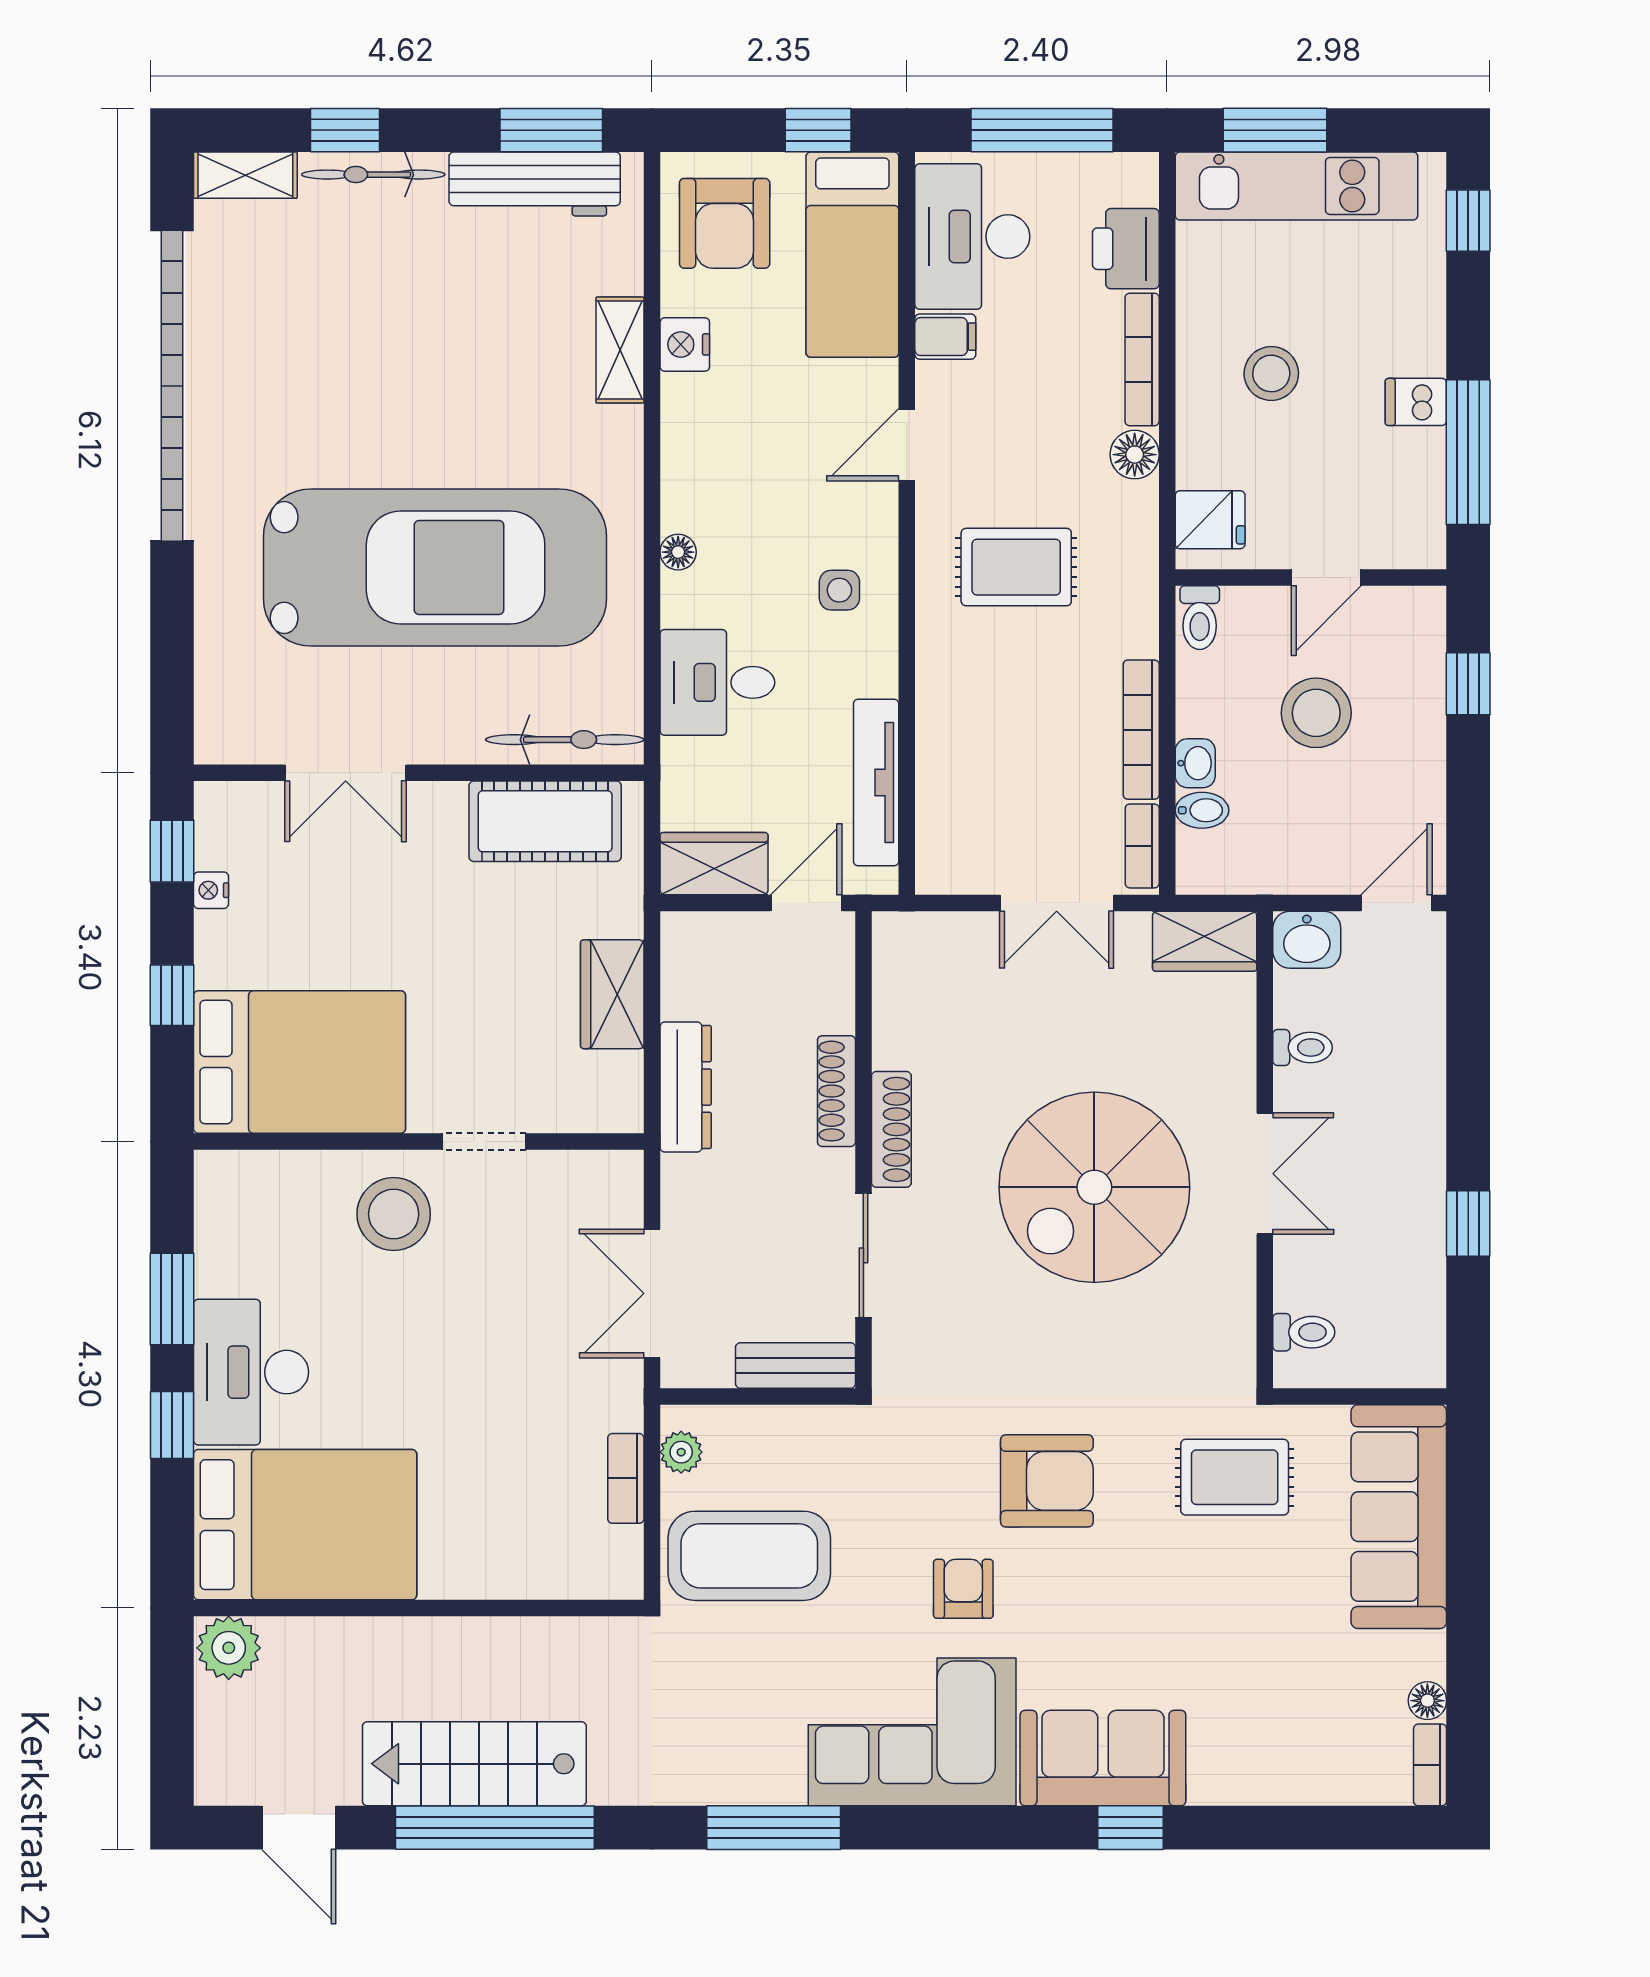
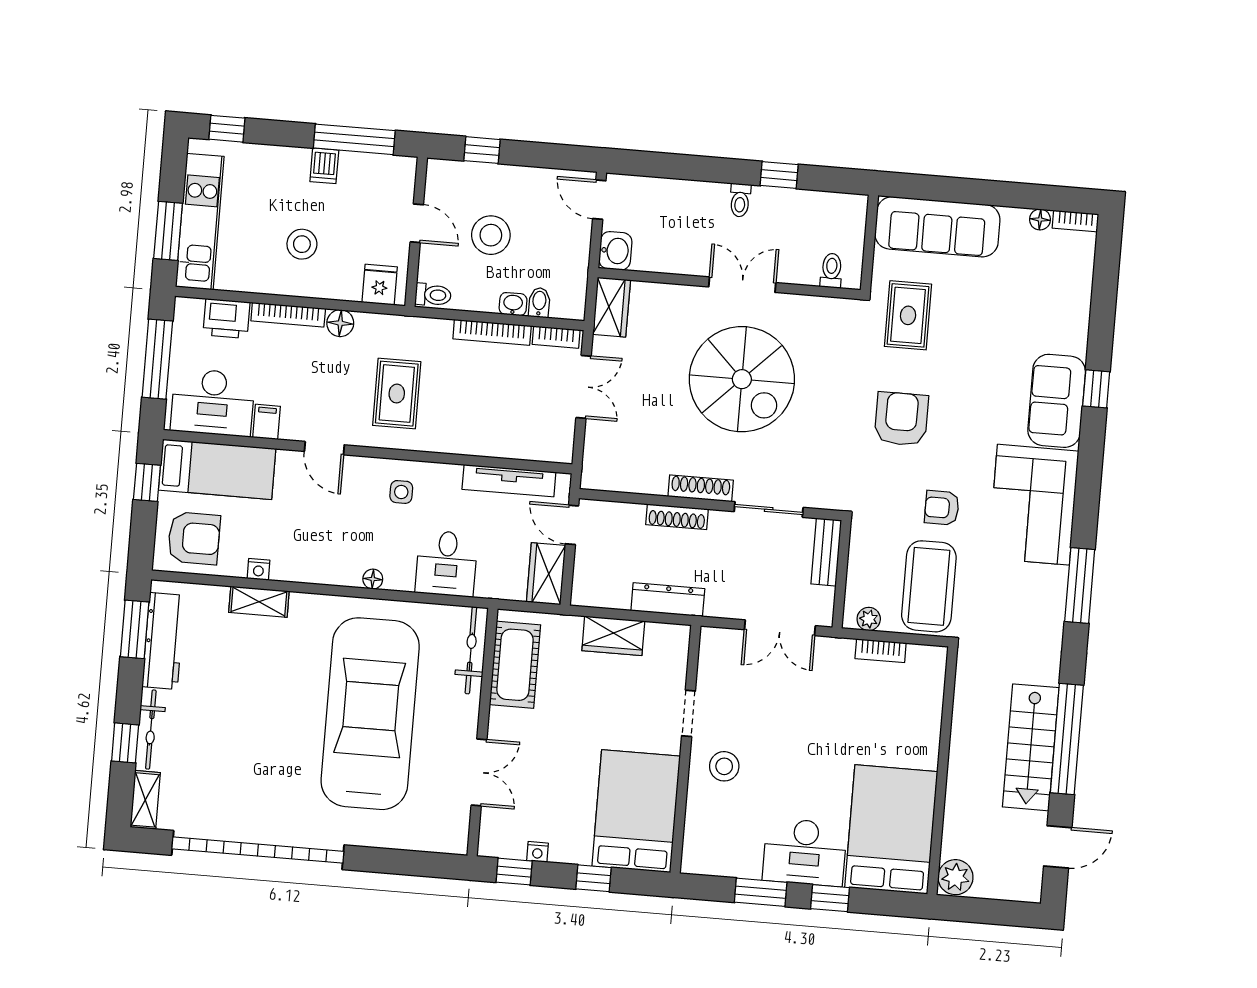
nightstand: (685, 344) -> (259, 569), width x0.72, depth x0.74
toilet: (1303, 1048) -> (740, 200), moved, turned 180
stool: (394, 1214) -> (724, 766), width x0.73, depth x0.73
armchair: (963, 1589) -> (942, 508), moved

